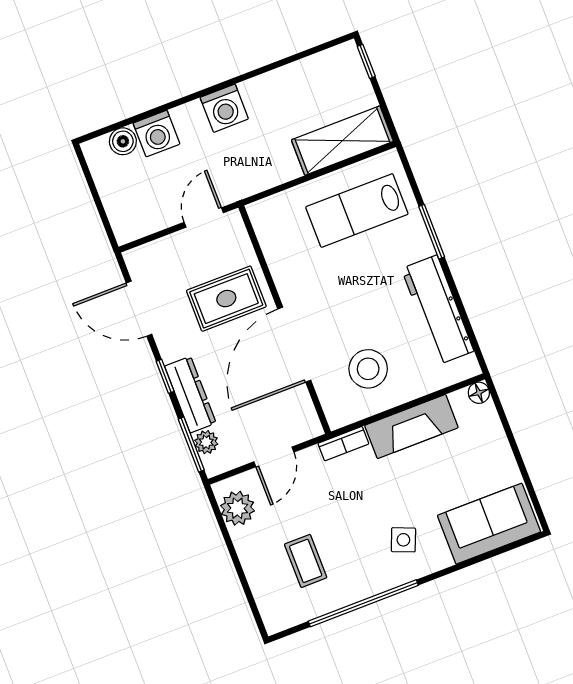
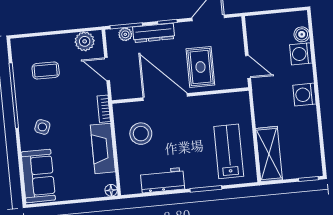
workbench: (438, 310) -> (162, 180), width x0.73

